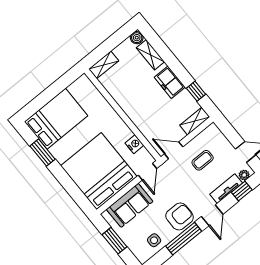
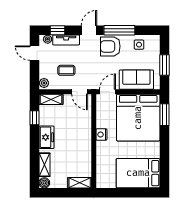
plant: (214, 131) -> (44, 83), added
nightstand: (134, 144) -> (101, 135), moved
window: (42, 153) -> (164, 115), moved

